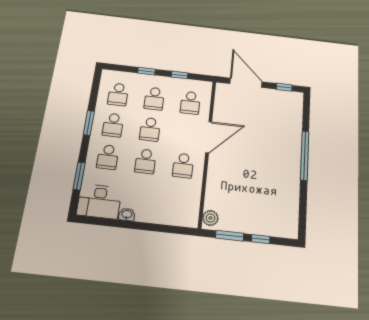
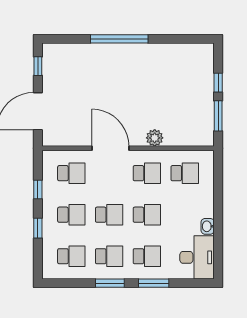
window: (79, 176) -> (154, 283), moved
school desk: (179, 199) -> (185, 173), added
plant: (210, 218) -> (155, 138), moved

